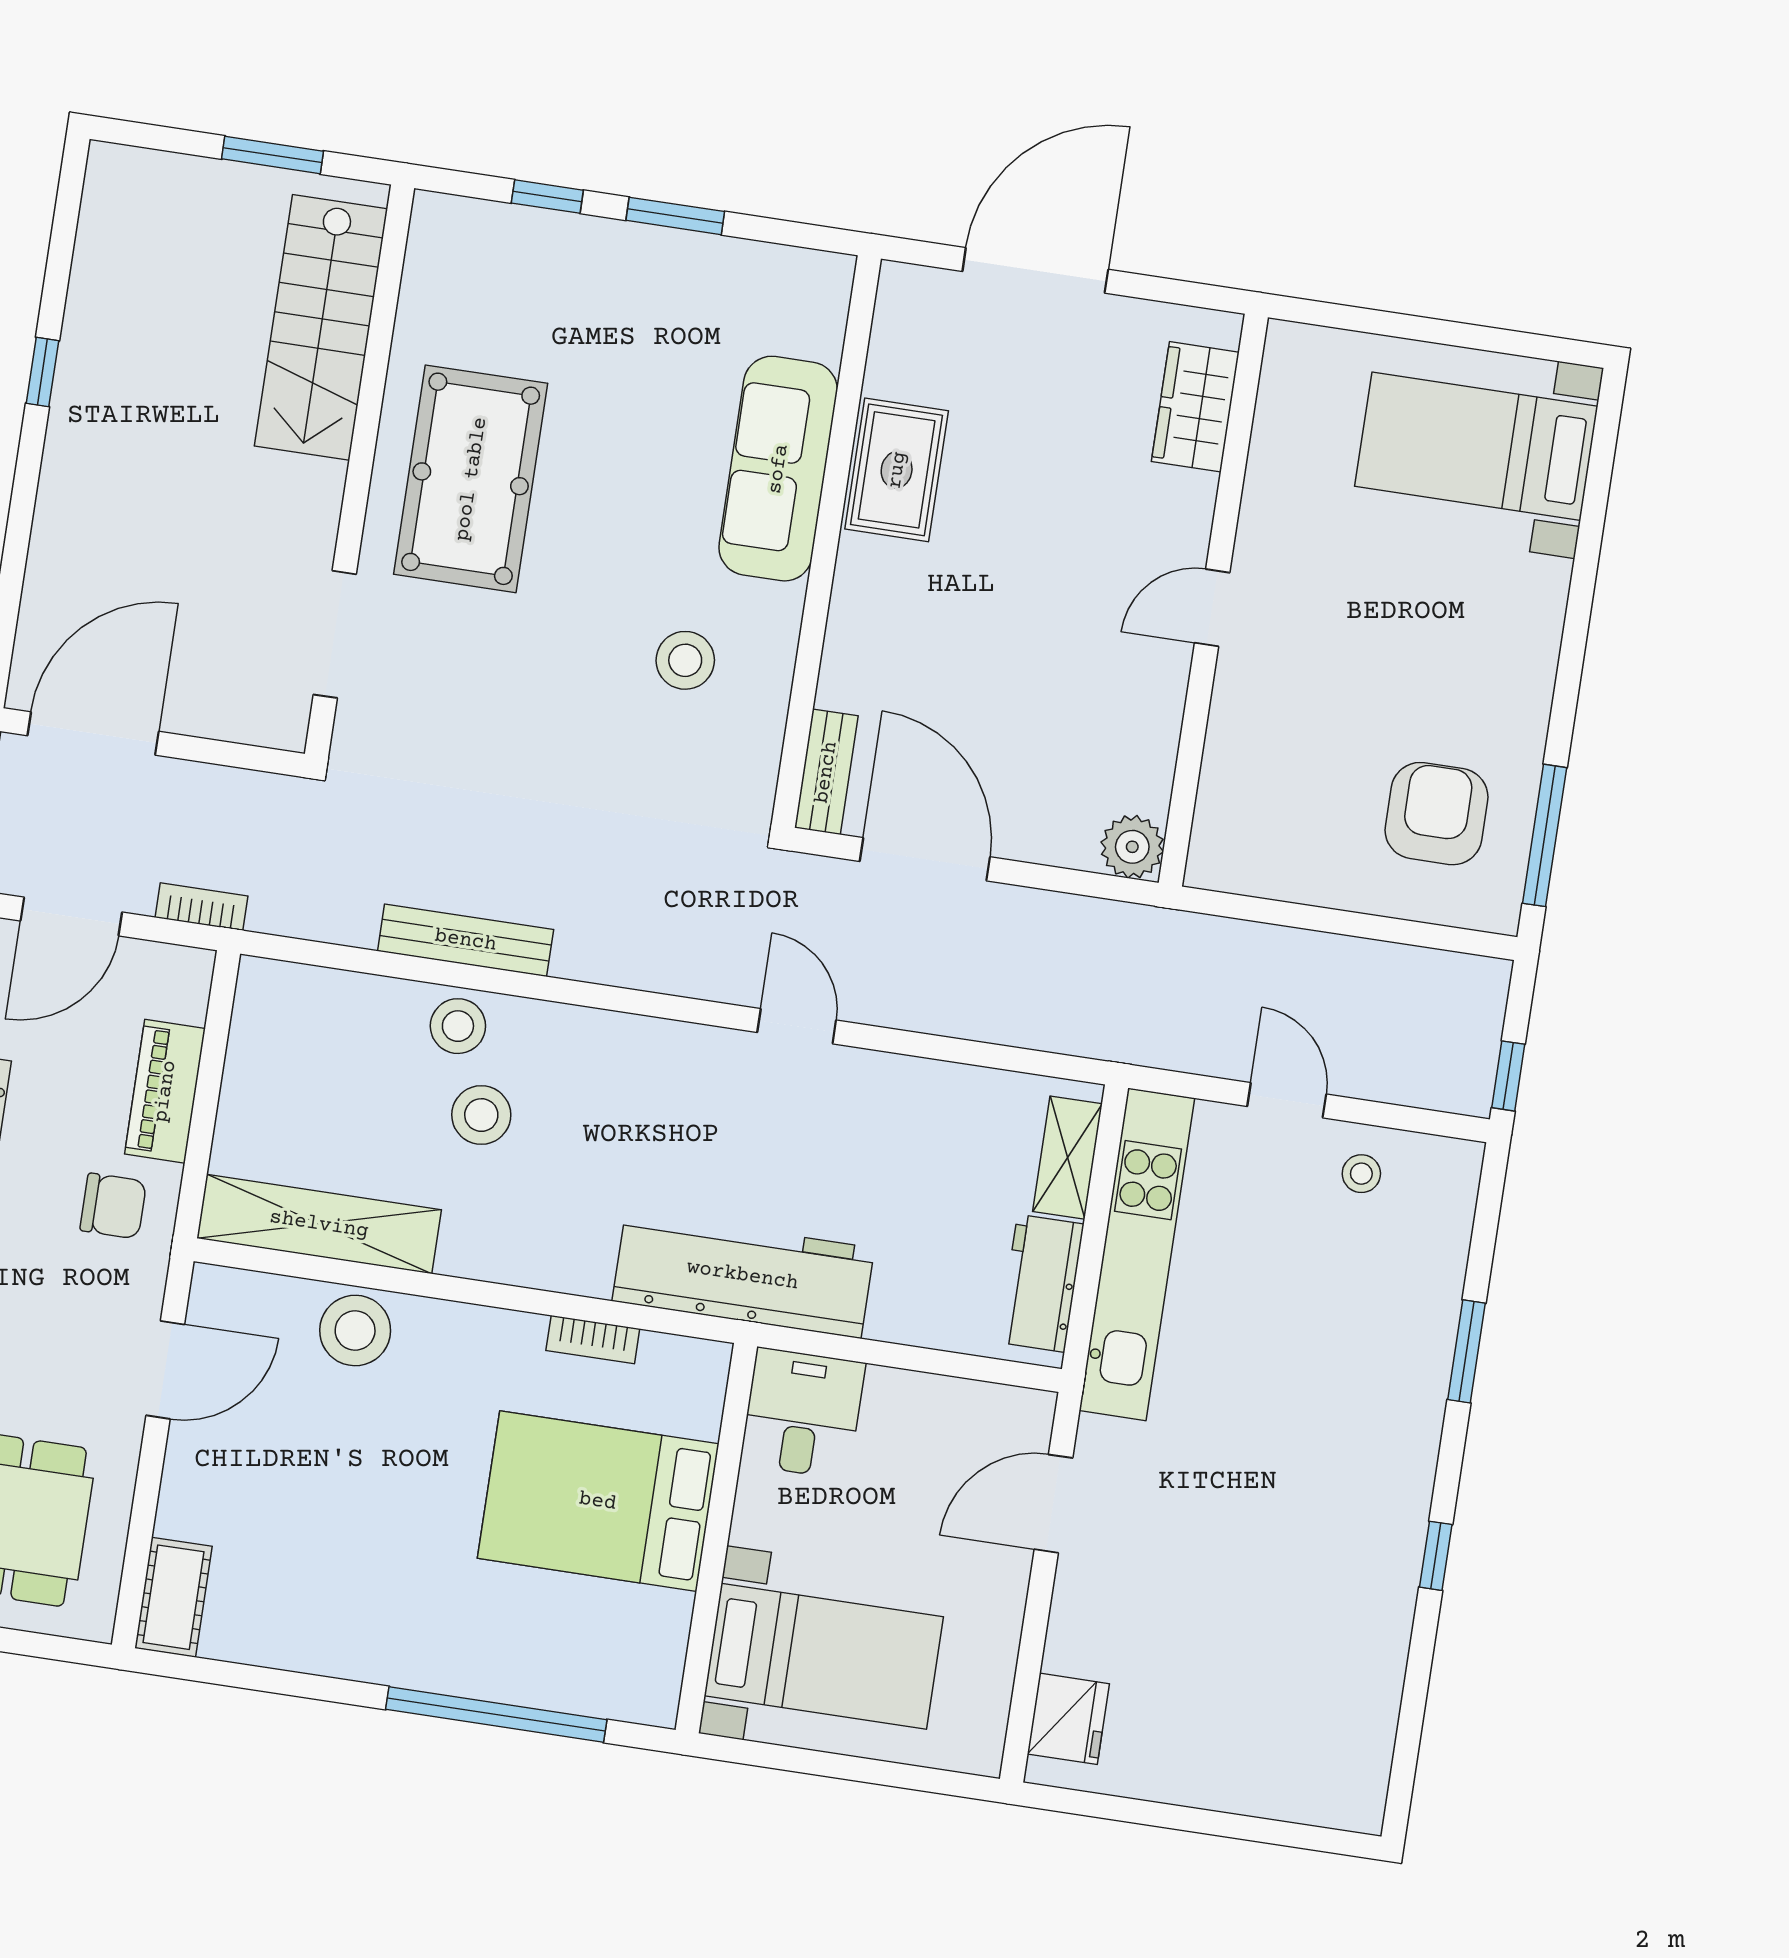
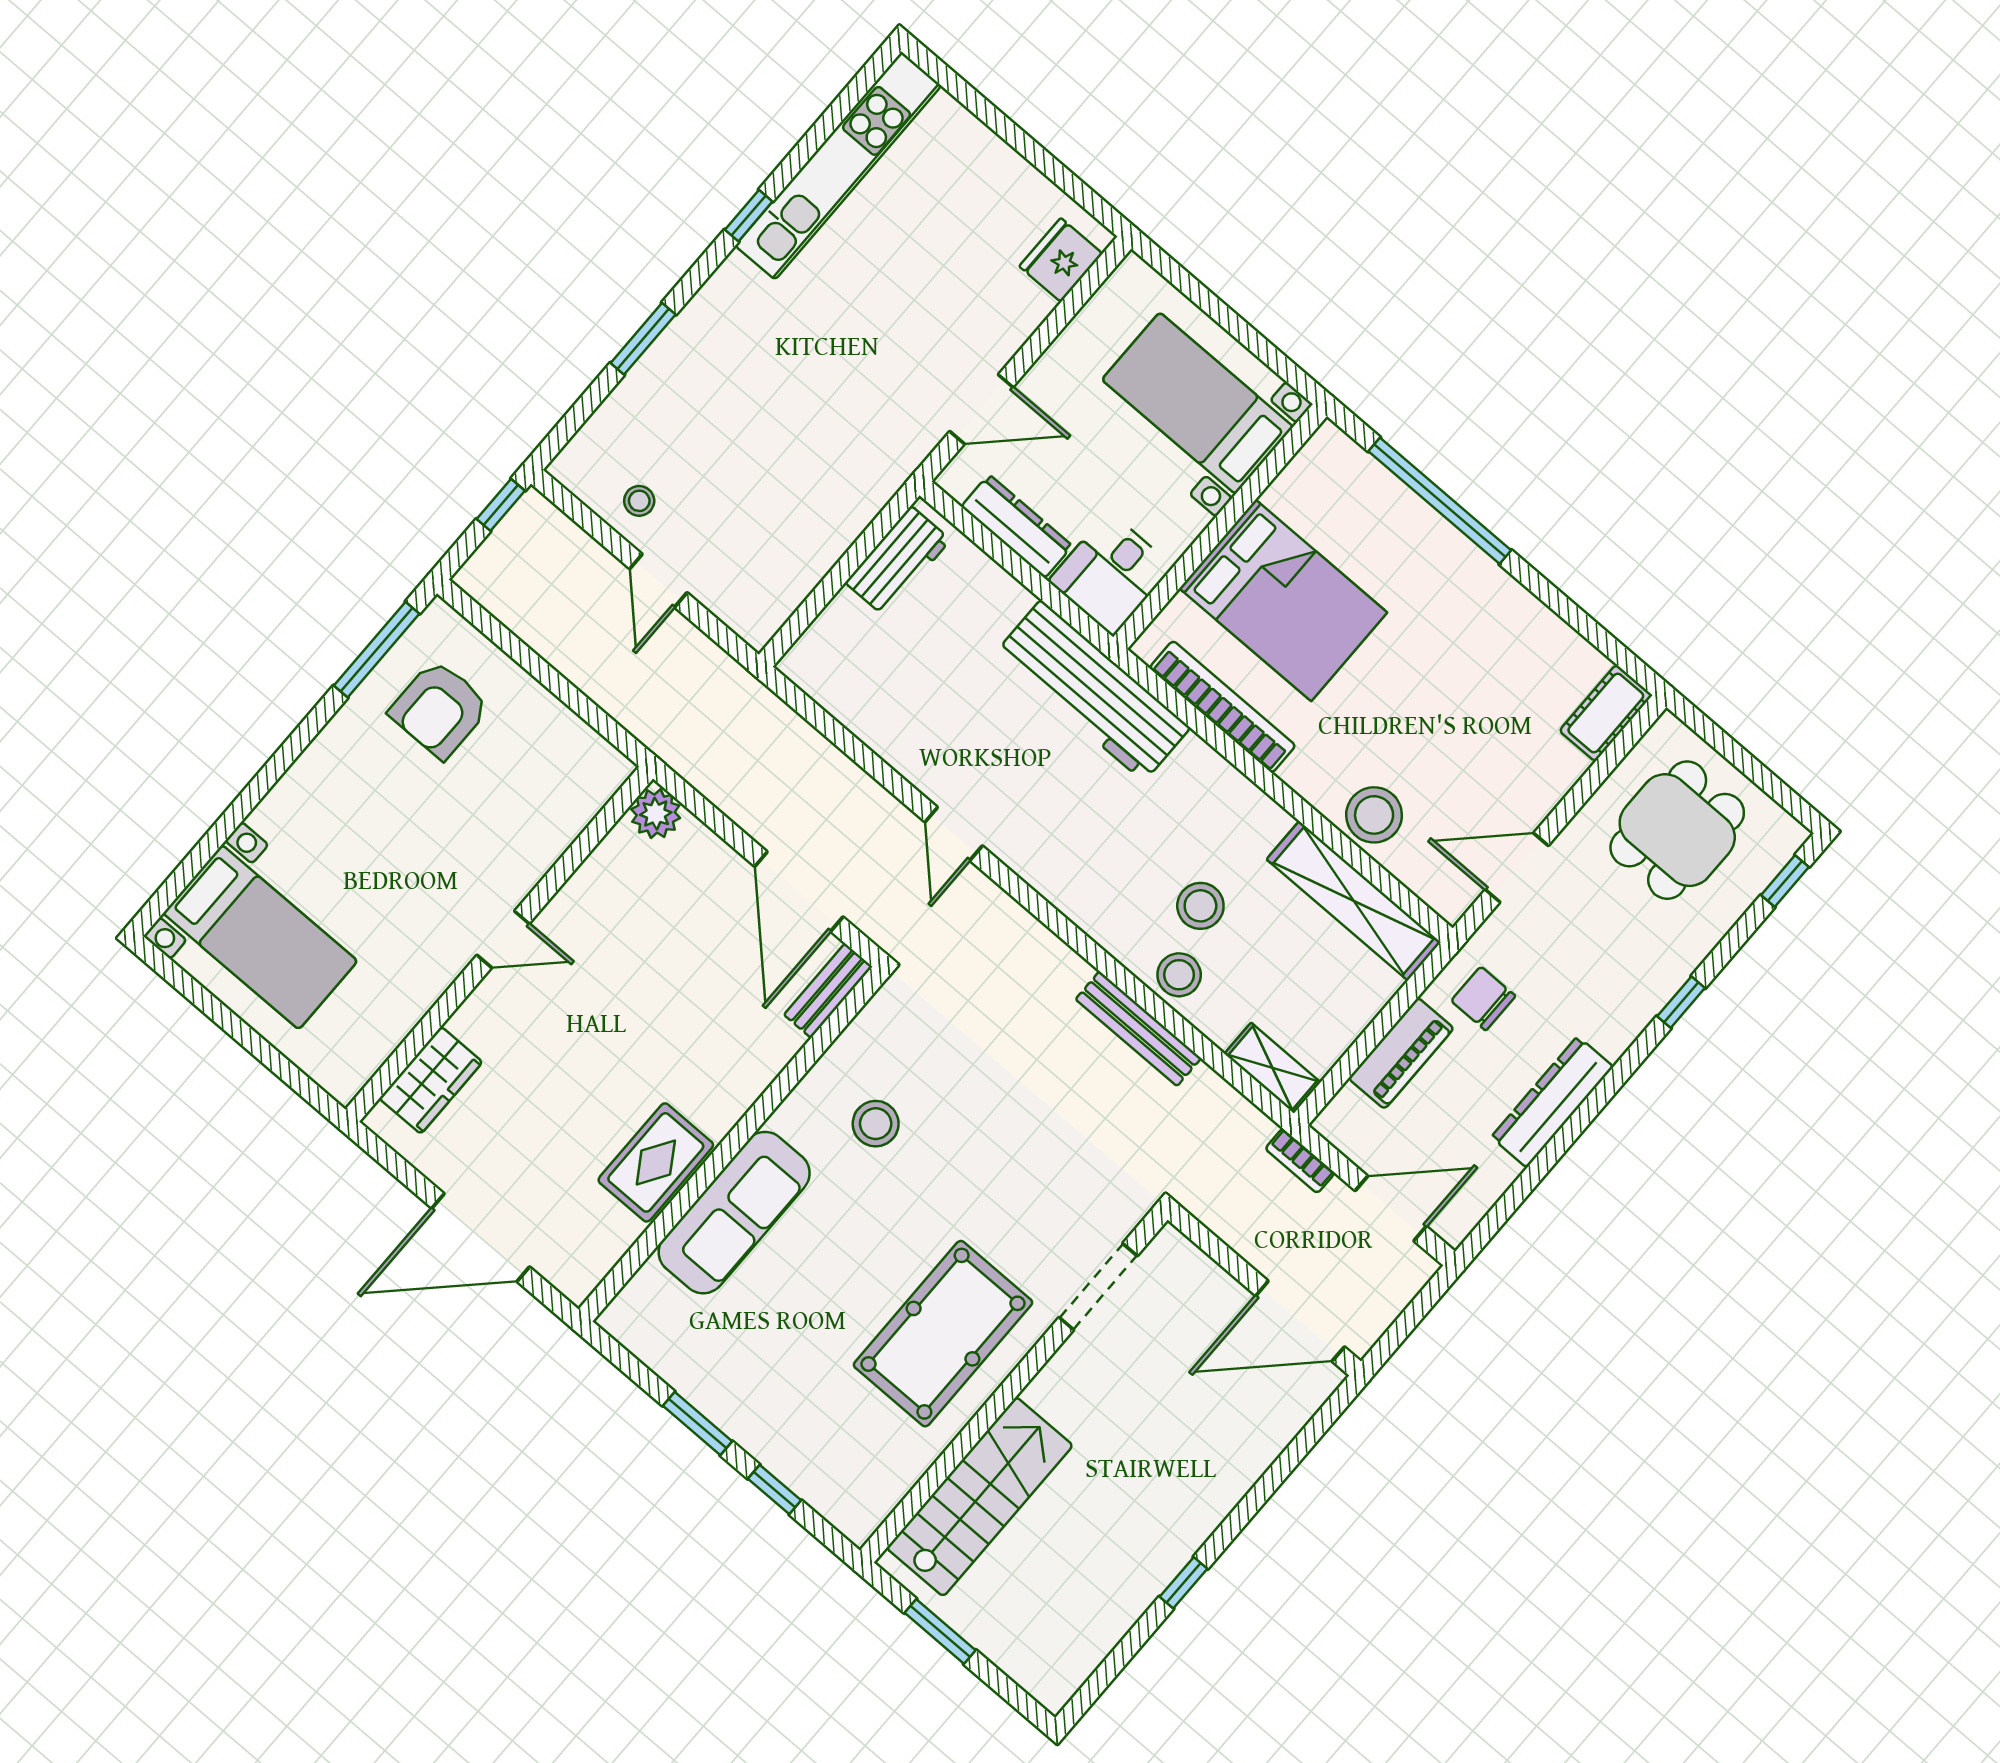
shelving: (1067, 1158) -> (1273, 1068), moved, turned 90
kitchen unit: (1137, 1254) -> (838, 166), moved, turned 180
bookcase: (593, 1340) -> (1222, 707), width x2.31, depth x1.31
dresser: (936, 1401) -> (1017, 526), added

